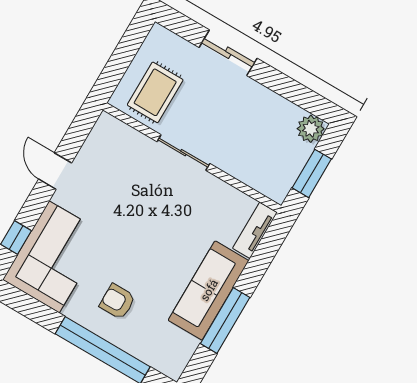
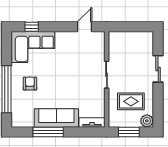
rug: (155, 92) -> (131, 101), moved
door: (55, 171) -> (84, 27), moved

